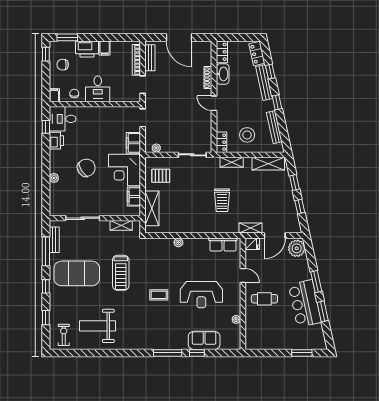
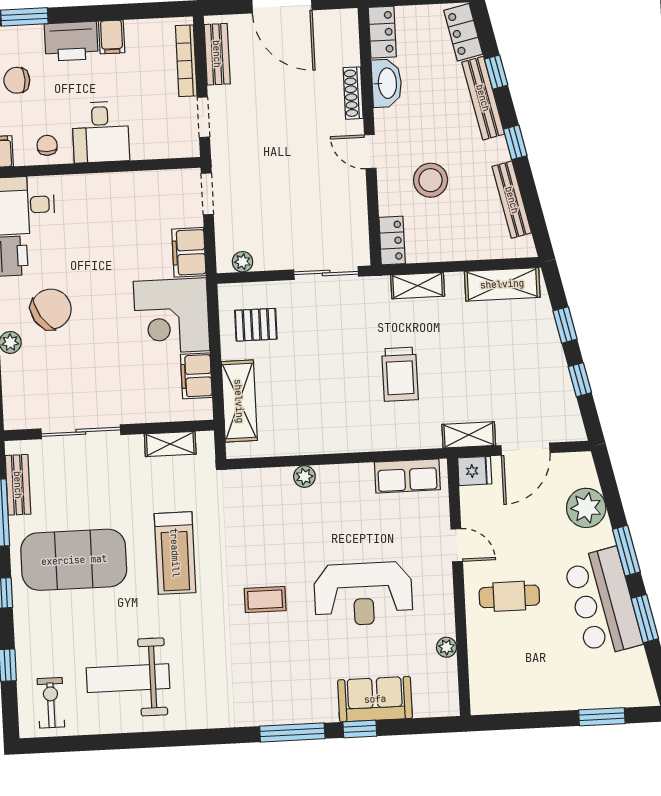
stool: (247, 135) -> (431, 180), moved
chair: (86, 168) -> (51, 309), moved
plant: (297, 248) -> (586, 508), moved

